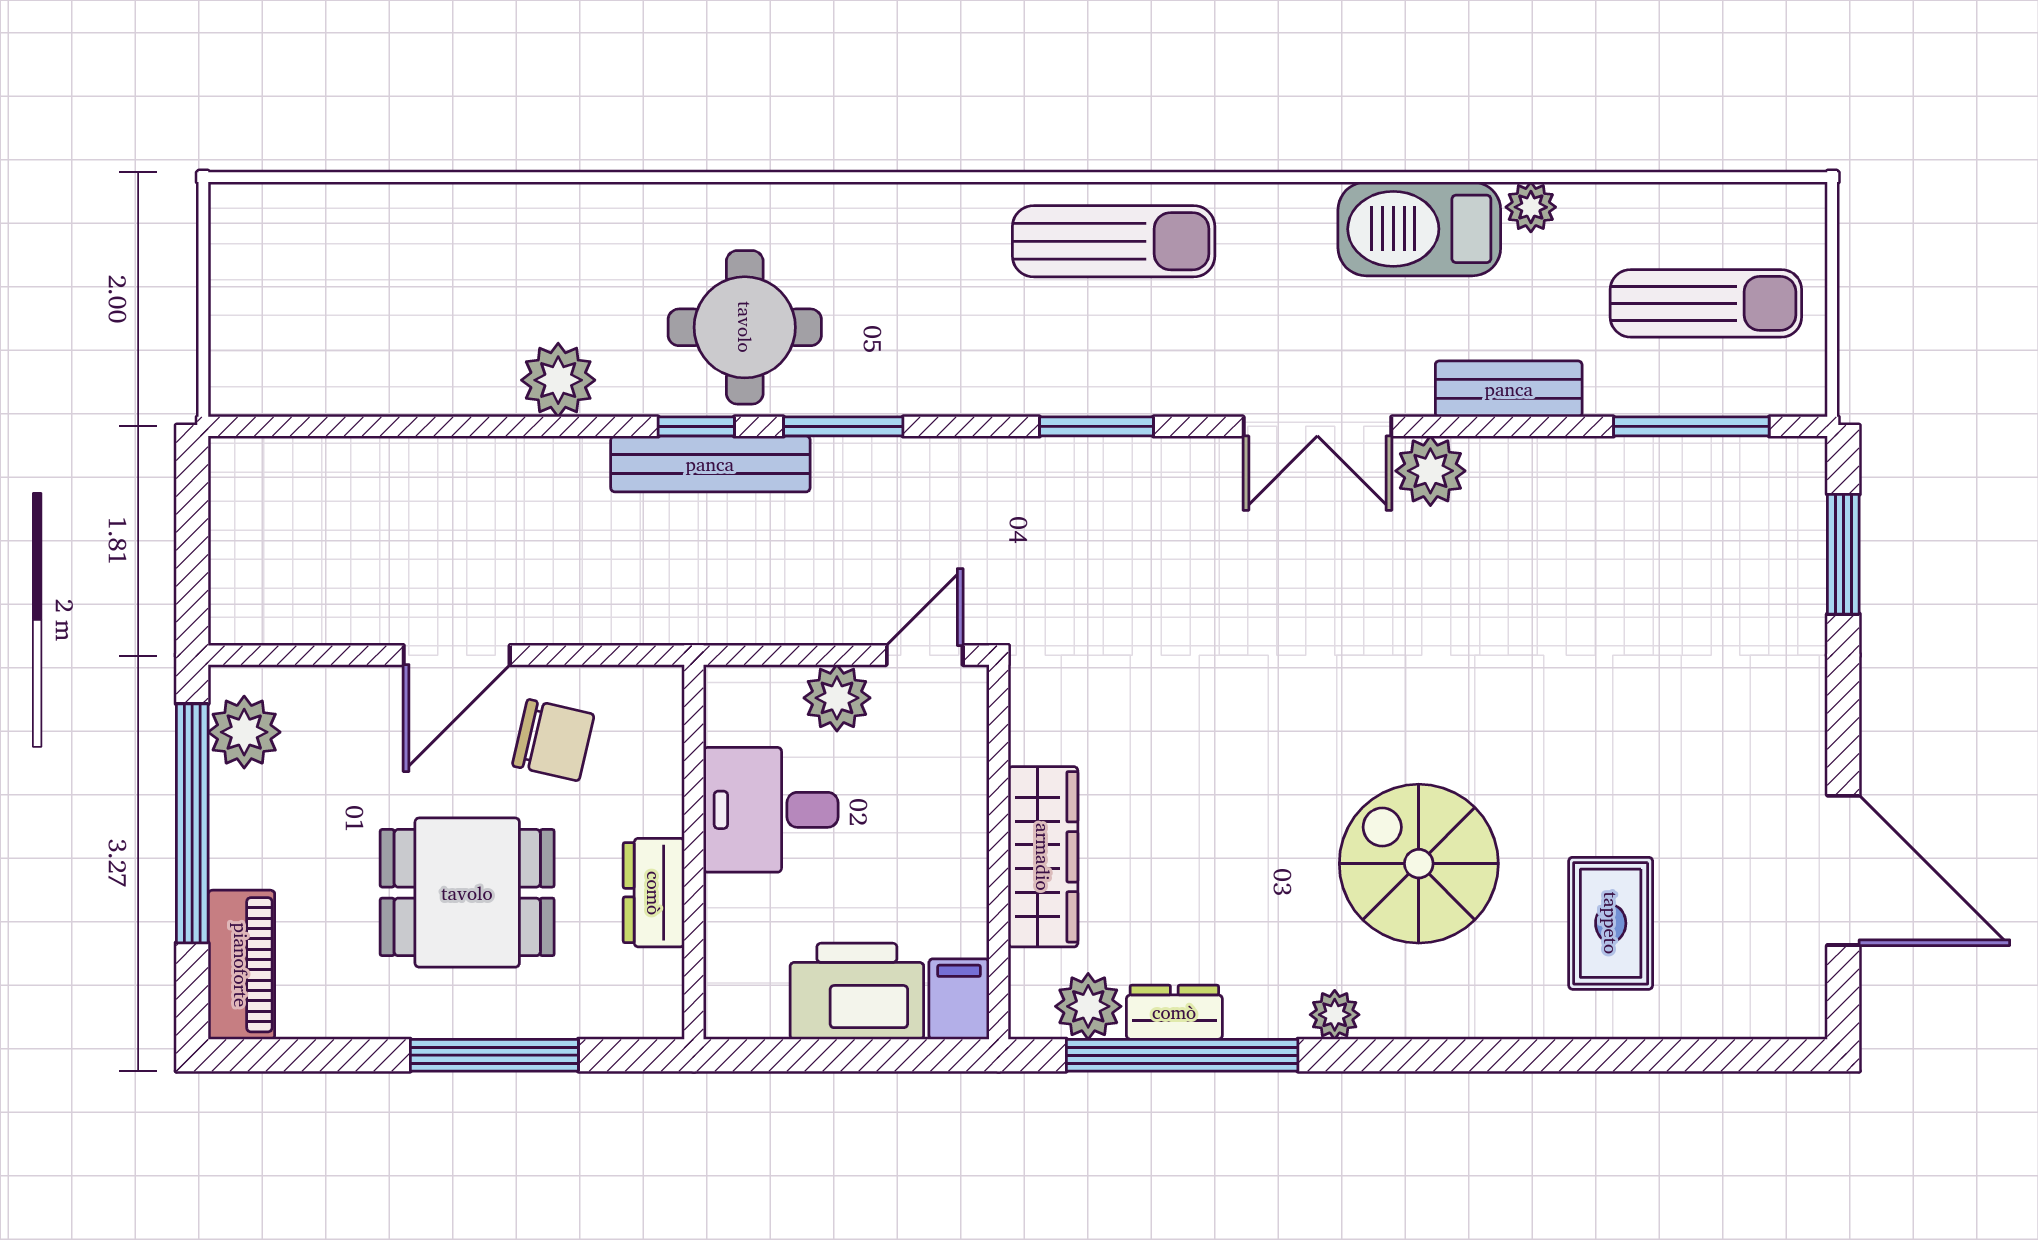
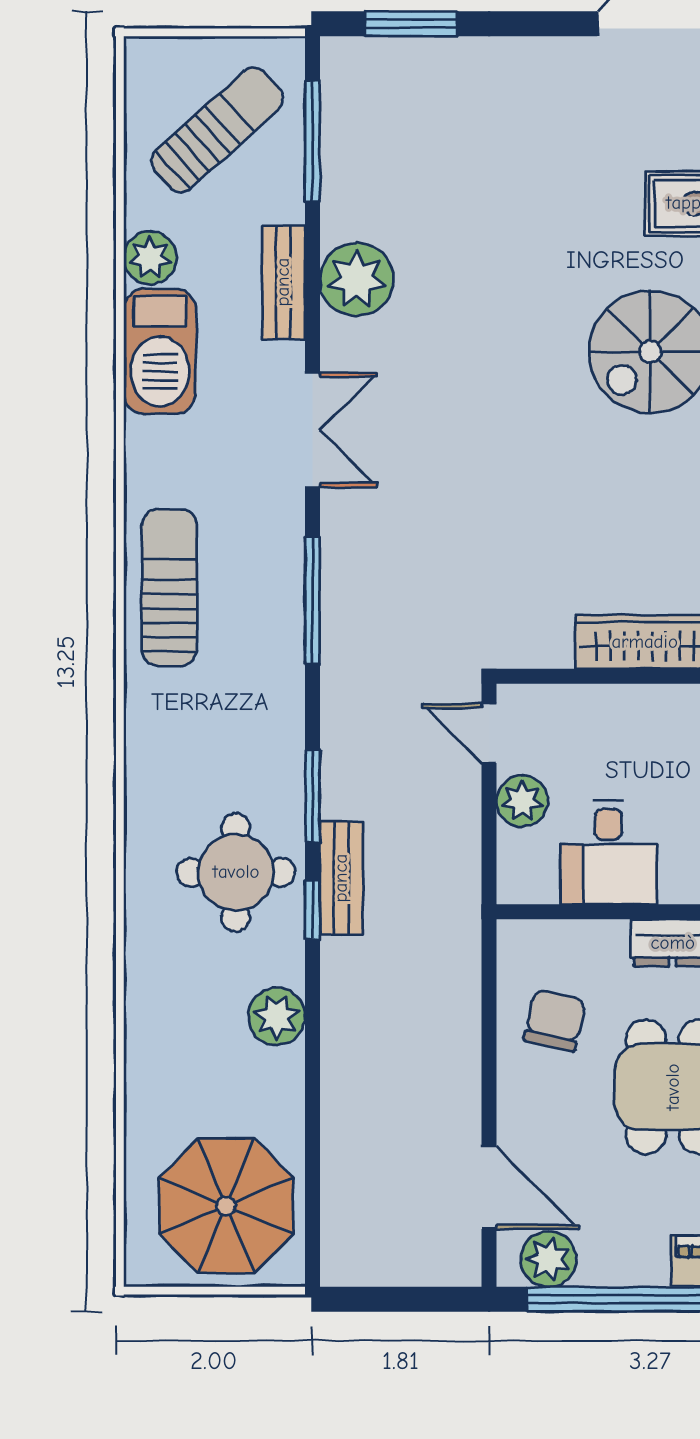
plant: (1531, 207) -> (150, 258), width x1.38, depth x1.38
sun lounger: (1706, 303) -> (217, 130), turned 48
parasol: (313, 315) -> (226, 1206), added
window: (1097, 426) -> (312, 601), width x1.44
bench: (710, 464) -> (341, 878), width x0.73
plant: (1430, 471) -> (357, 279), moved, width x1.36, depth x1.36
door: (457, 655) -> (489, 1188), moved

